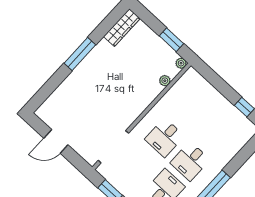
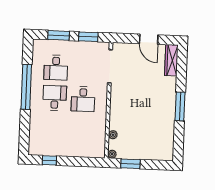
wardrobe: (122, 28) -> (171, 60), moved
desk: (165, 138) -> (83, 99), turned 180
door: (56, 141) -> (149, 39), swing flipped

